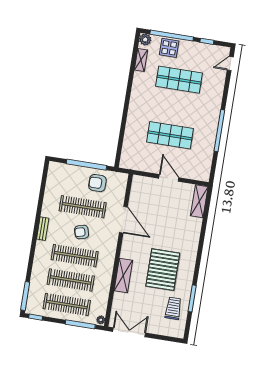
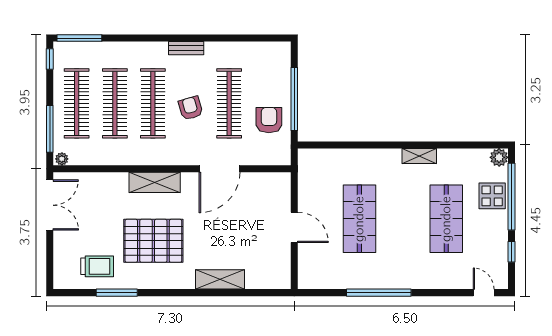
shelving: (141, 60) -> (419, 156), moved
door: (169, 178) -> (294, 227), hinge flipped
shelving: (199, 201) -> (220, 279), moved
shelving: (123, 276) -> (155, 182), moved

